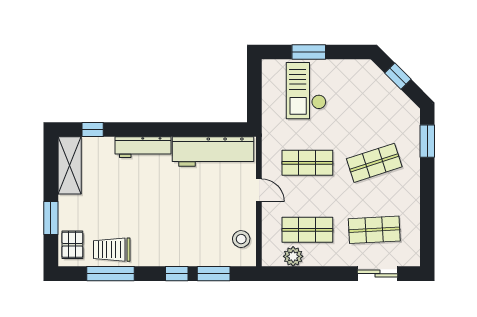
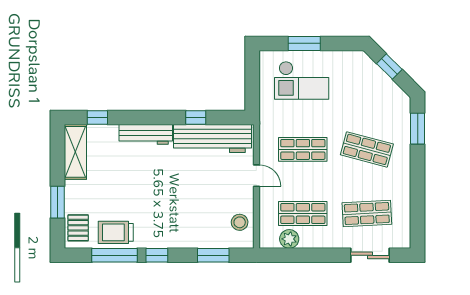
checkout: (306, 91) -> (302, 80), turned -90
window: (195, 129) -> (196, 118), added
shop shelf: (374, 163) -> (367, 149), turned 33
window: (177, 274) -> (157, 255), moved

